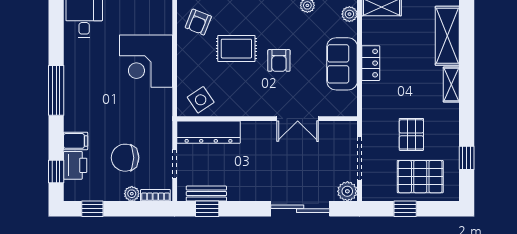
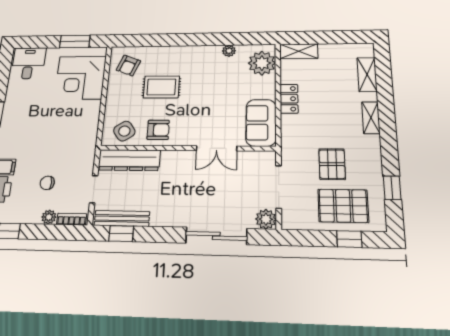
plant: (349, 14) -> (262, 63), width x1.88, depth x1.88
shelving: (447, 36) -> (367, 75), width x0.67, depth x0.75
armchair: (279, 60) -> (158, 130), moved, turned -90
corner desk: (146, 61) -> (80, 78), moved
sofa: (342, 64) -> (261, 123), moved
chair: (125, 158) -> (47, 183), width x0.54, depth x0.54
bench: (206, 194) -> (122, 218), width x1.36
window: (405, 209) -> (349, 239), moved

